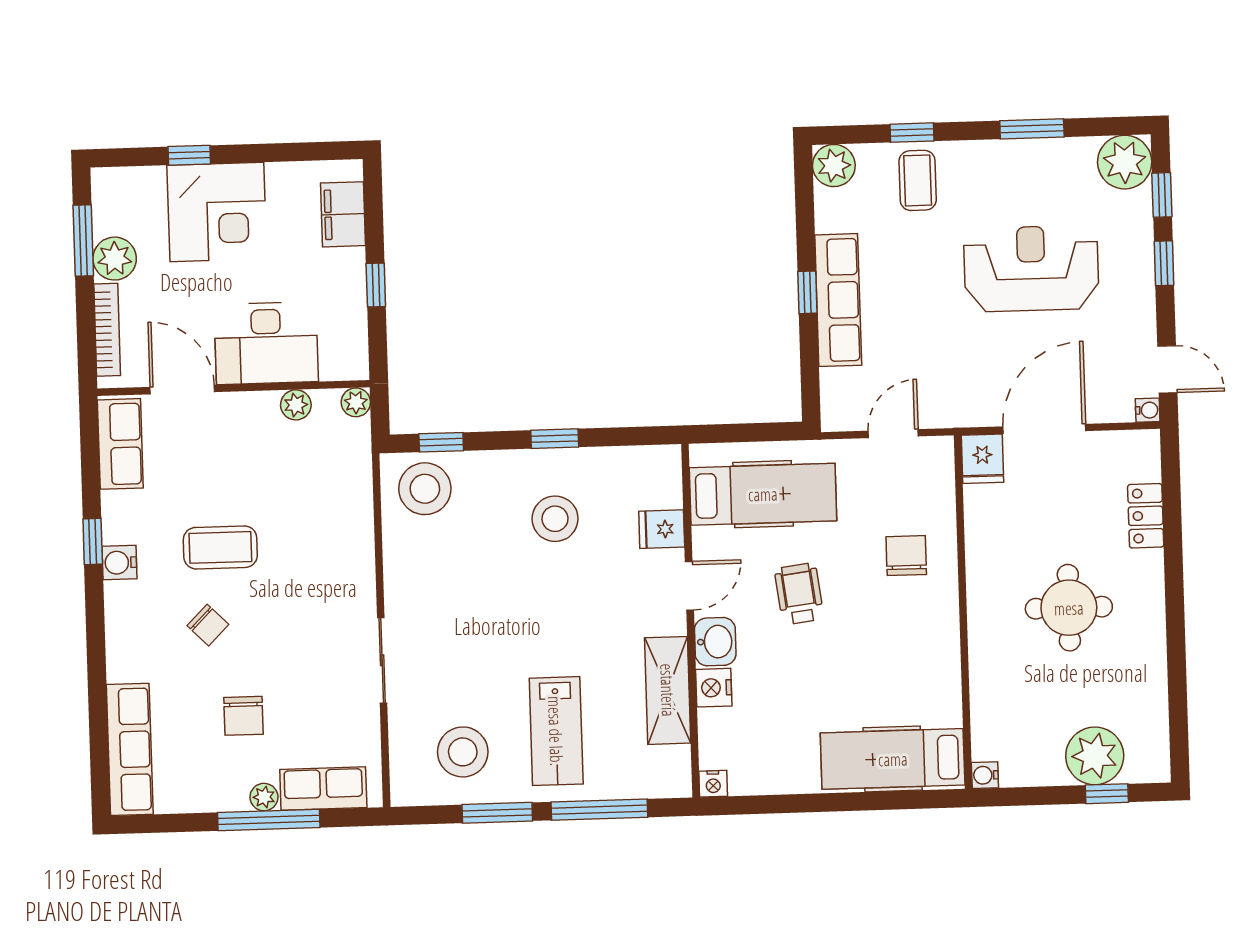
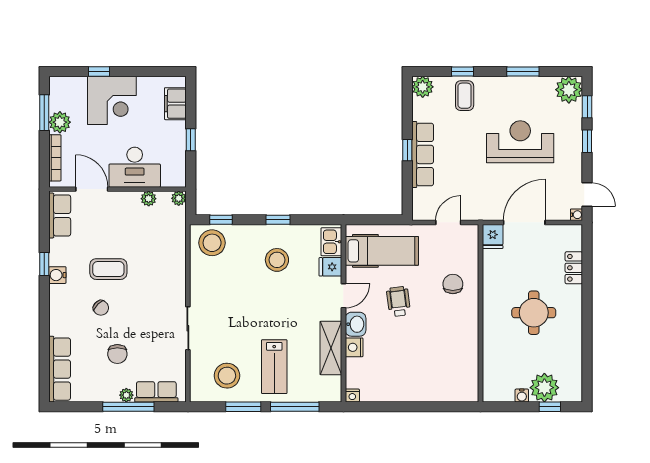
kitchen sink: (662, 479) -> (331, 242), added
hospital bed: (893, 759) -> (443, 386), removed
water cooler: (985, 775) -> (522, 396), moved, turned -90

